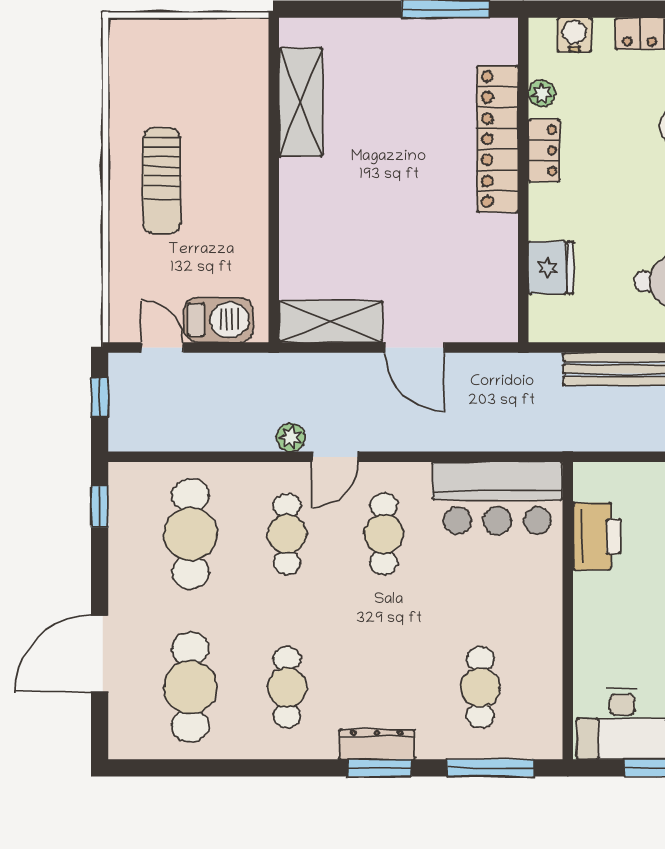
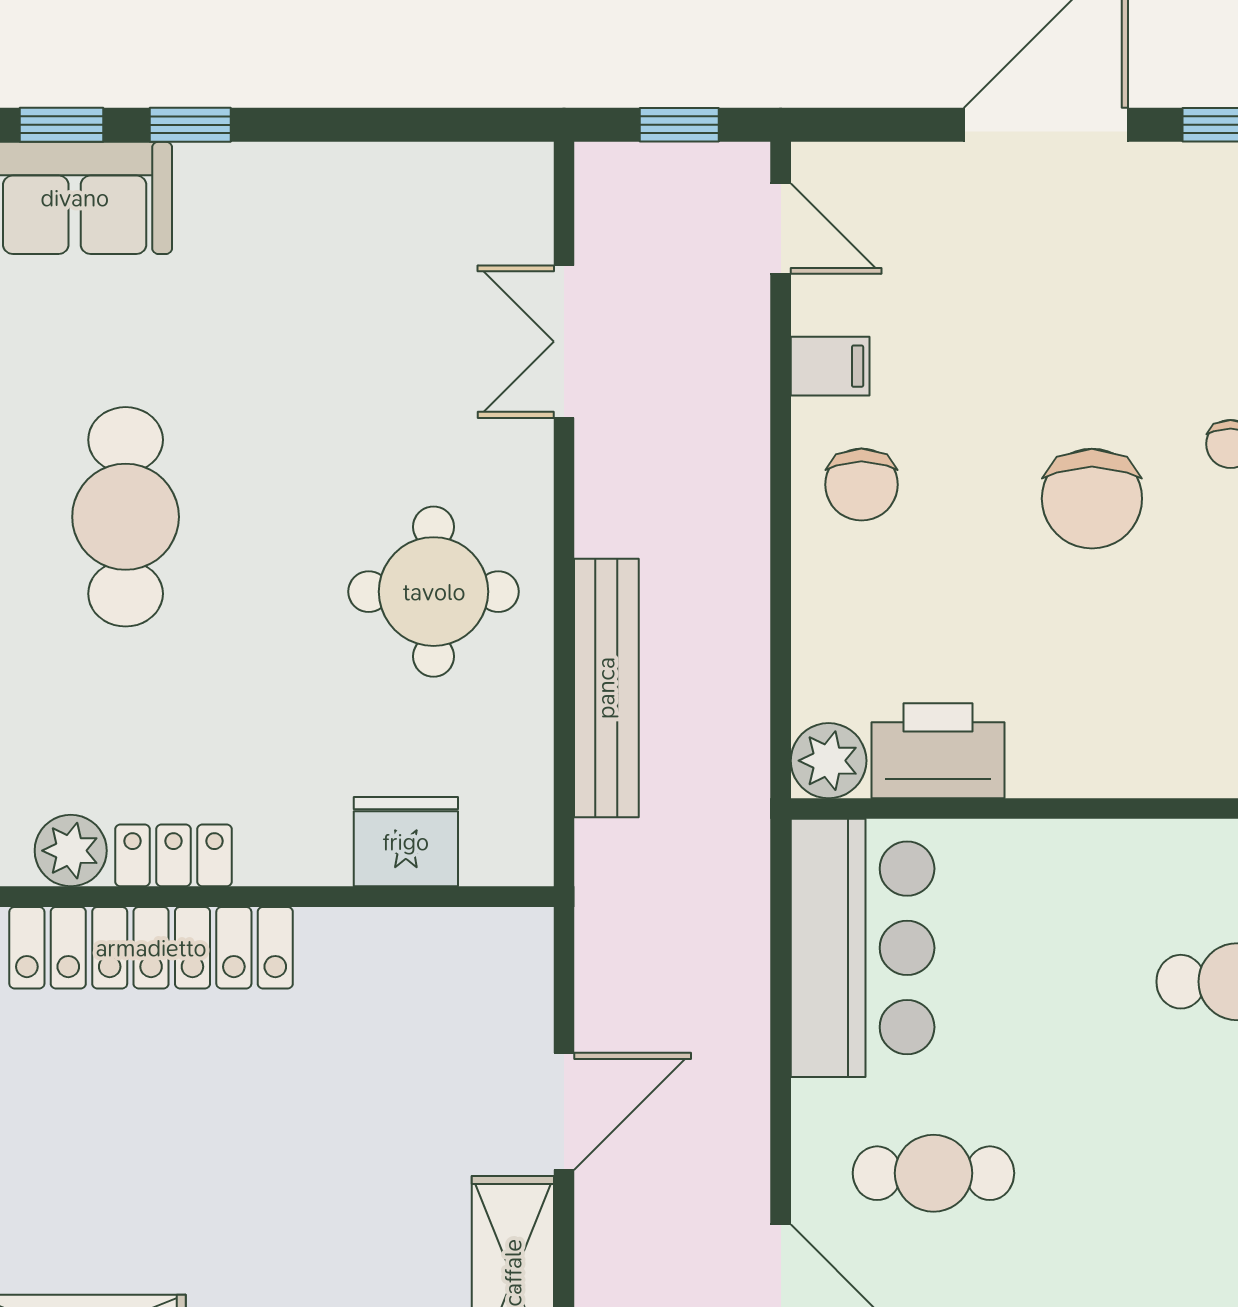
plant: (542, 94) -> (71, 851), width x1.38, depth x1.38
plant: (592, 481) -> (829, 761), added

